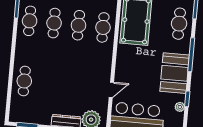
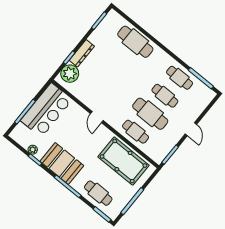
cafe table: (79, 25) -> (150, 114), width x1.37, depth x1.35
cafe table: (24, 81) -> (135, 42), width x1.37, depth x1.35
door: (111, 90) -> (97, 117), moved

